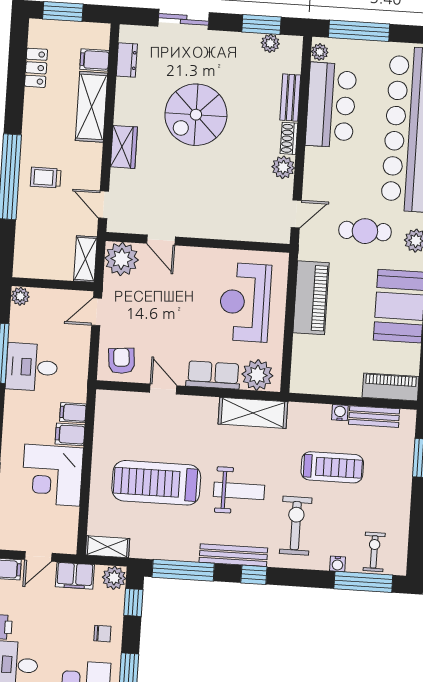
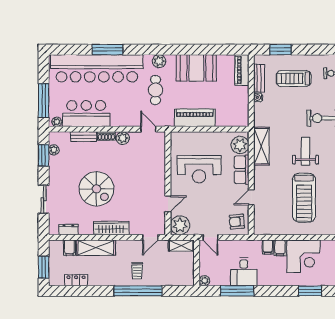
wardrobe: (124, 147) -> (111, 228), width x1.50
reception desk: (245, 302) -> (199, 169), moved
treadmill: (332, 467) -> (294, 78), moved, turned -90

